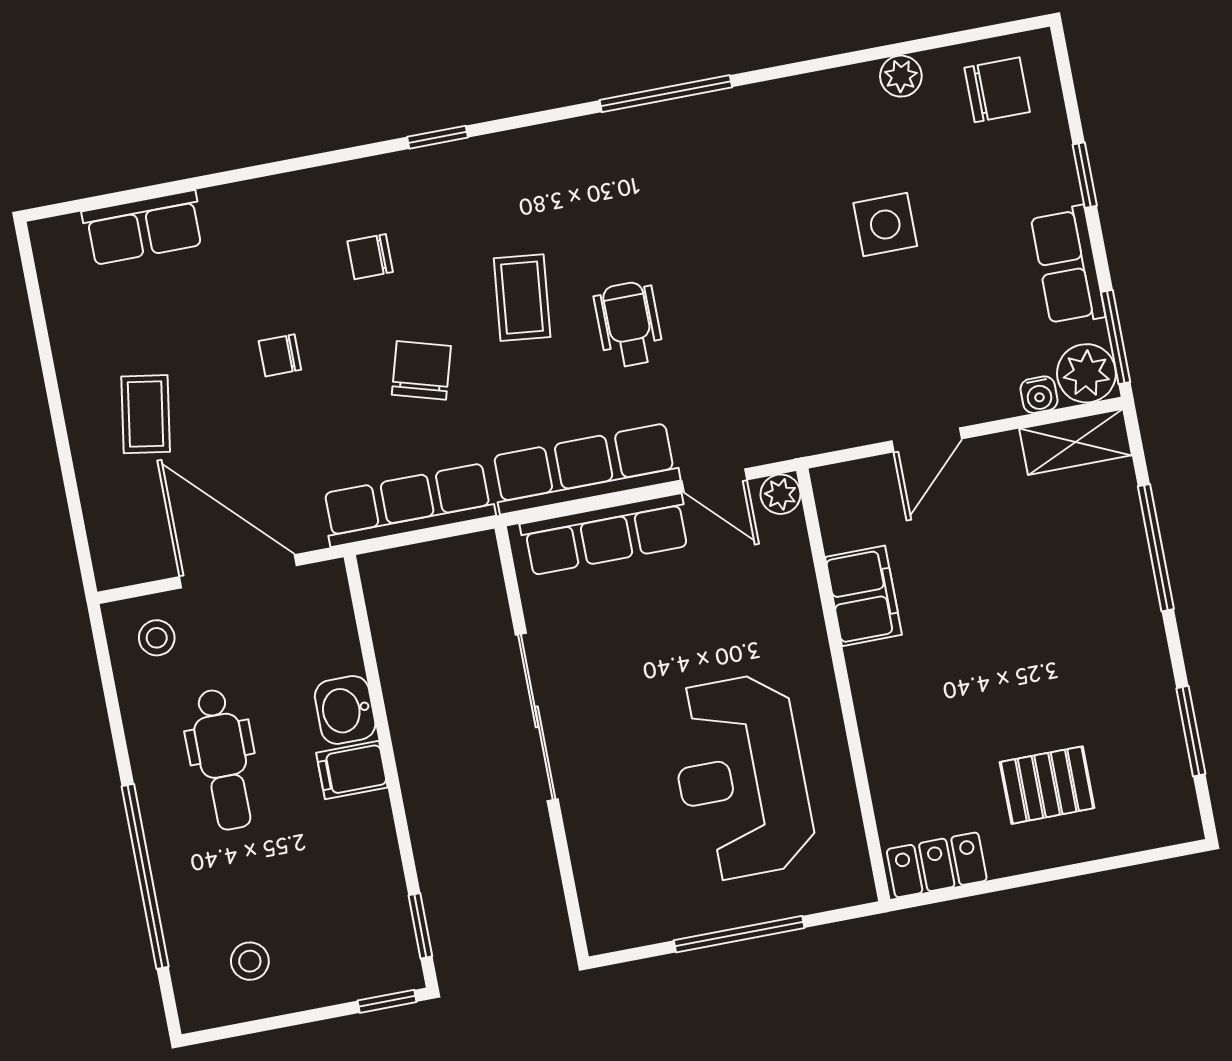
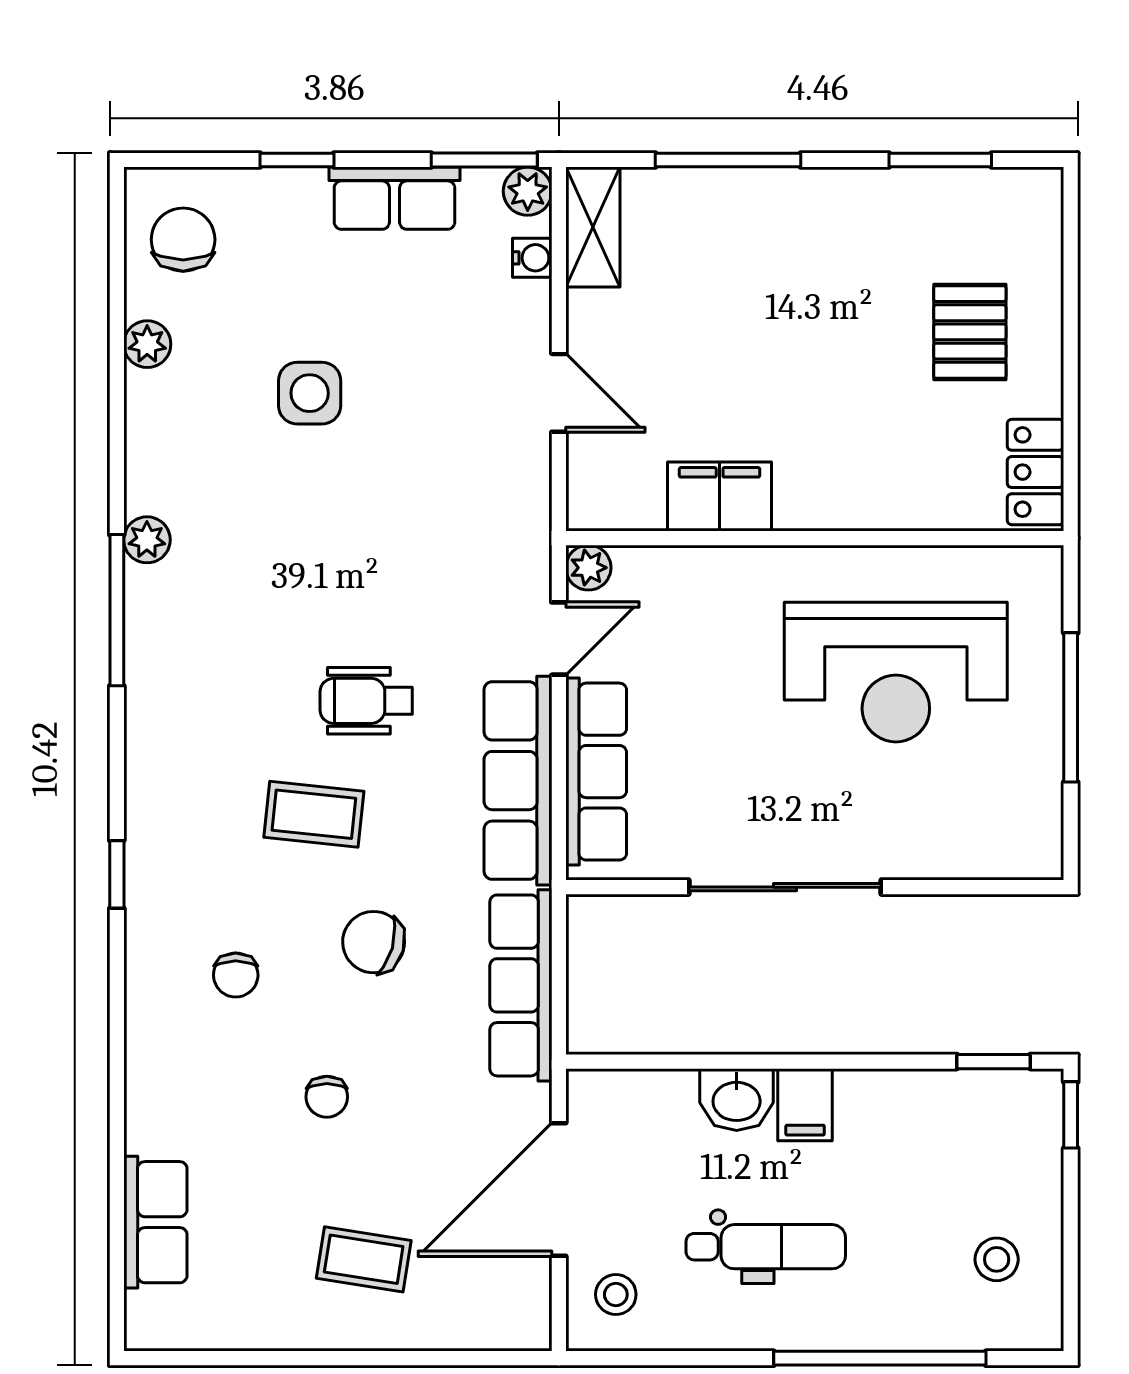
plant: (732, 108) -> (147, 540), added
plant: (1086, 373) -> (528, 191), width x0.73, depth x0.73

